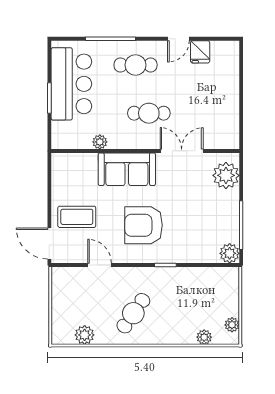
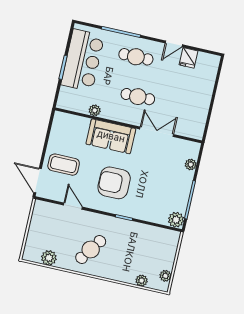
plant: (226, 175) -> (191, 165), width x0.53, depth x0.53

